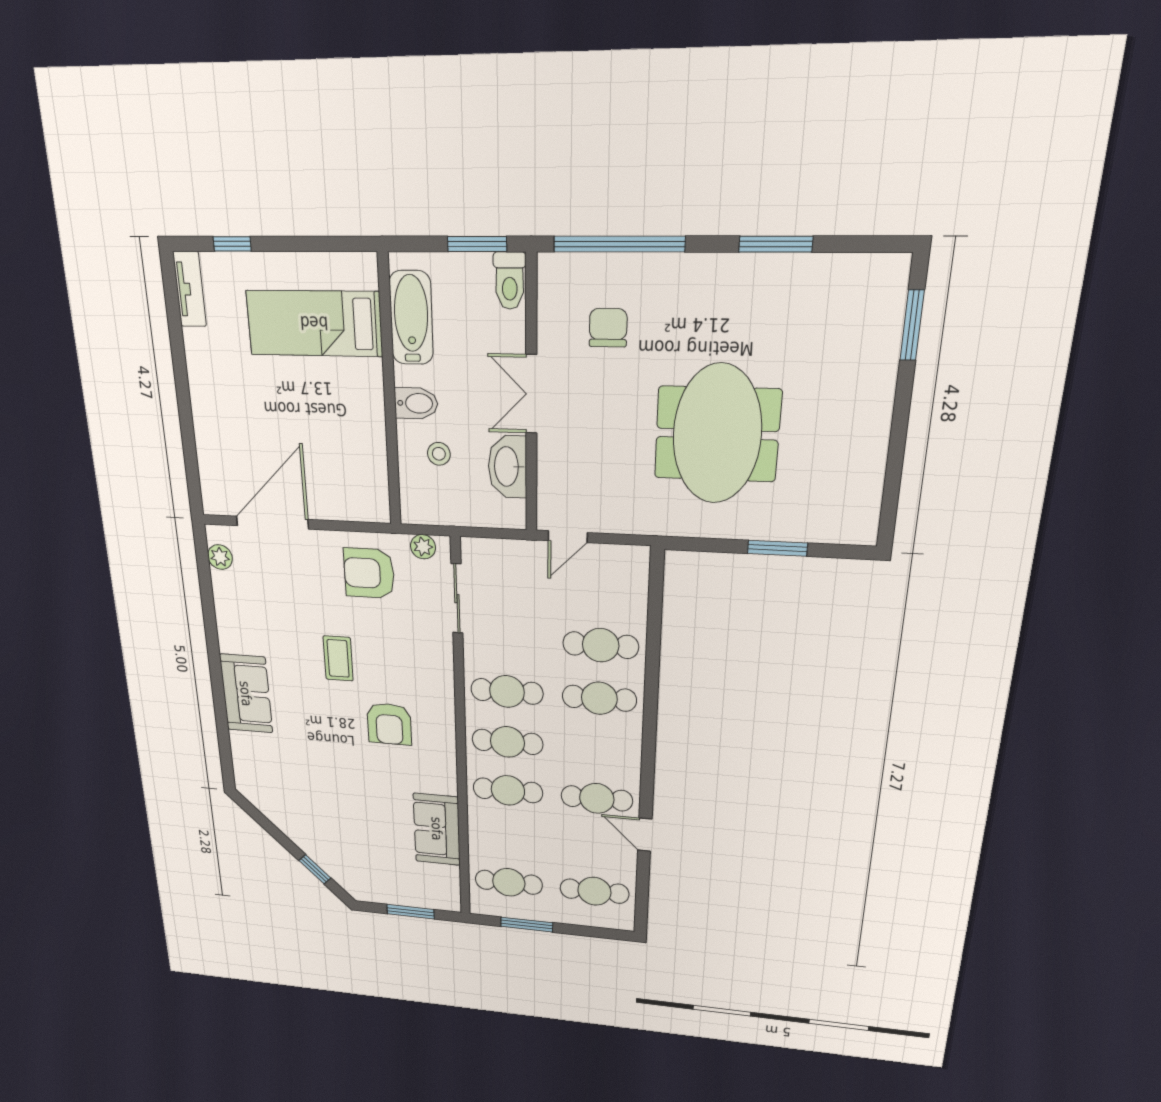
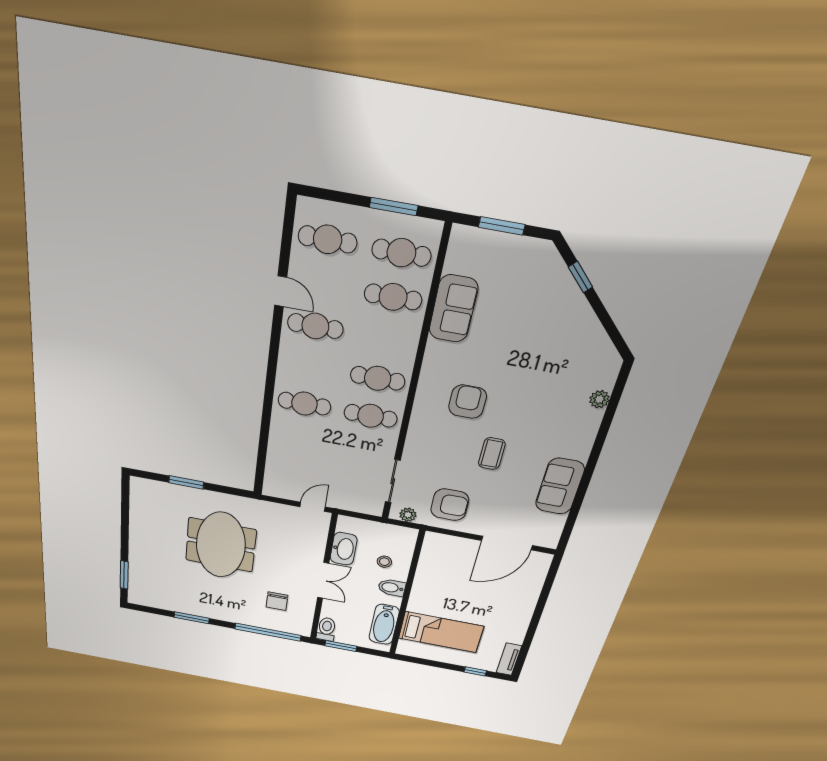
plant: (220, 557) -> (599, 399), moved
cafe table: (601, 645) -> (299, 439), removed
sofa: (246, 694) -> (560, 486), moved
cafe table: (508, 790) -> (393, 297), moved

